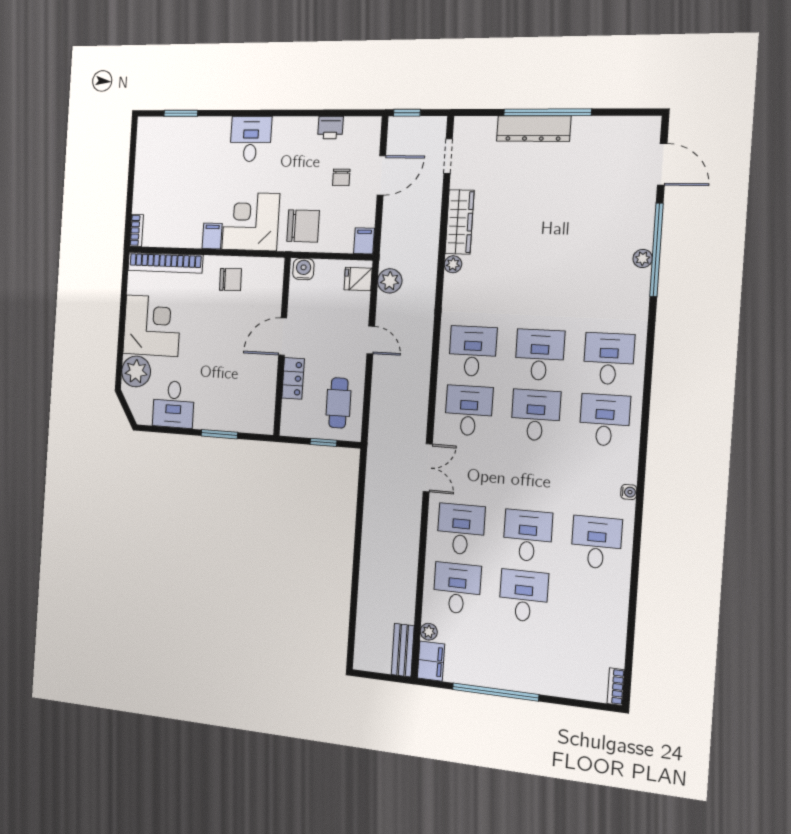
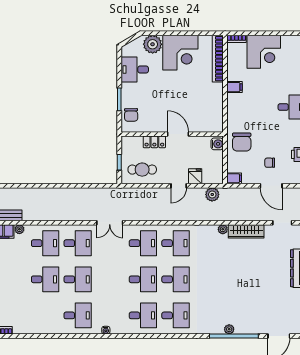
corner desk: (251, 221) -> (264, 52), moved, turned 90
chair: (230, 279) -> (131, 115), moved
fridge: (358, 279) -> (195, 176), moved

